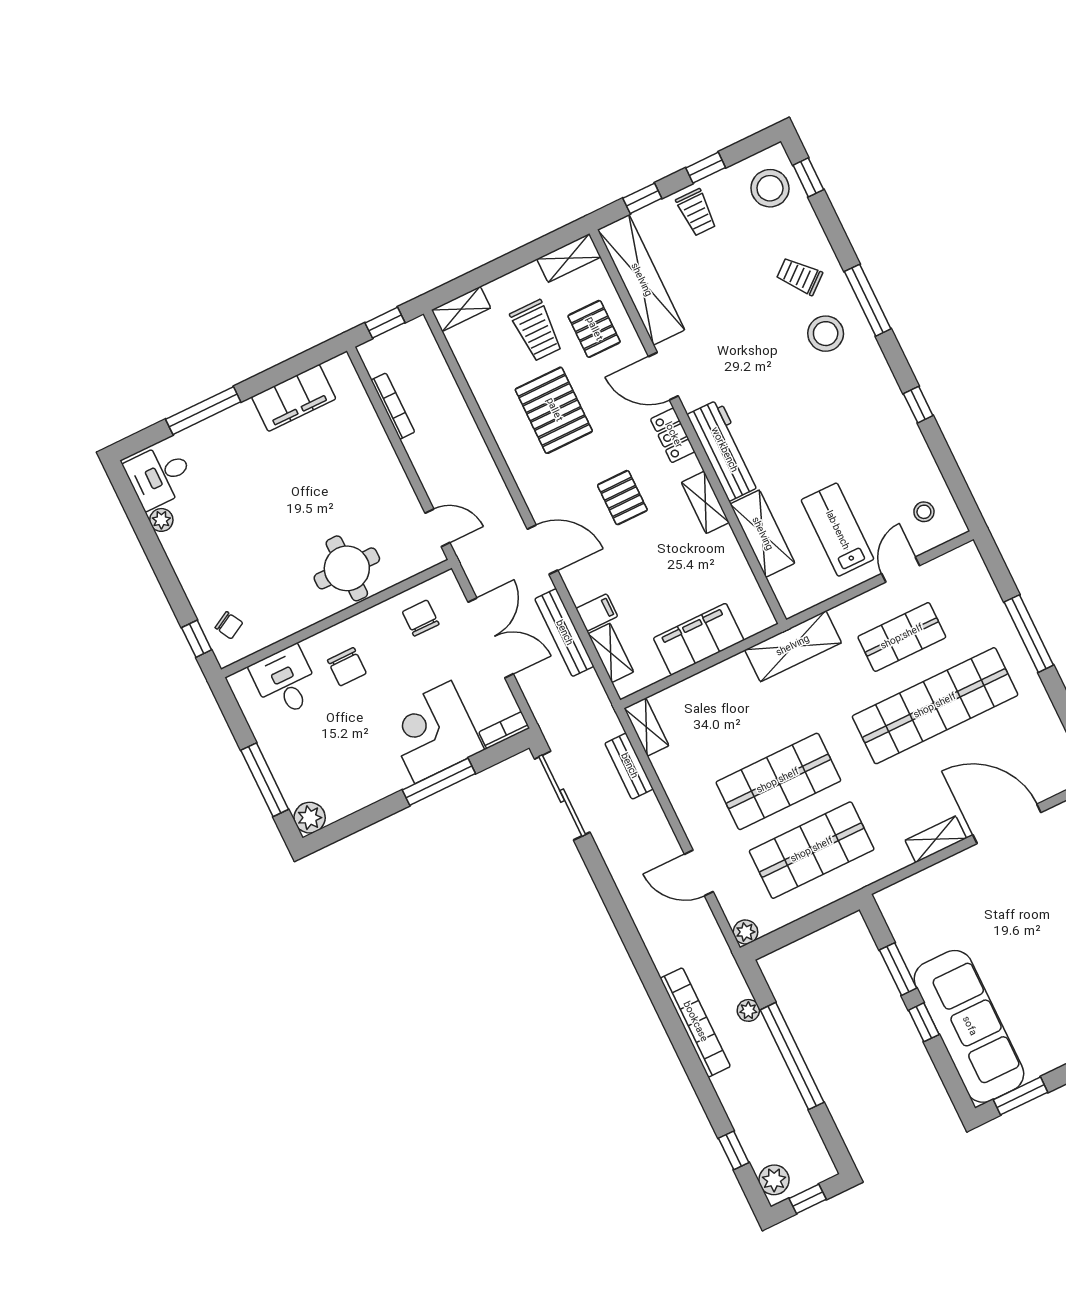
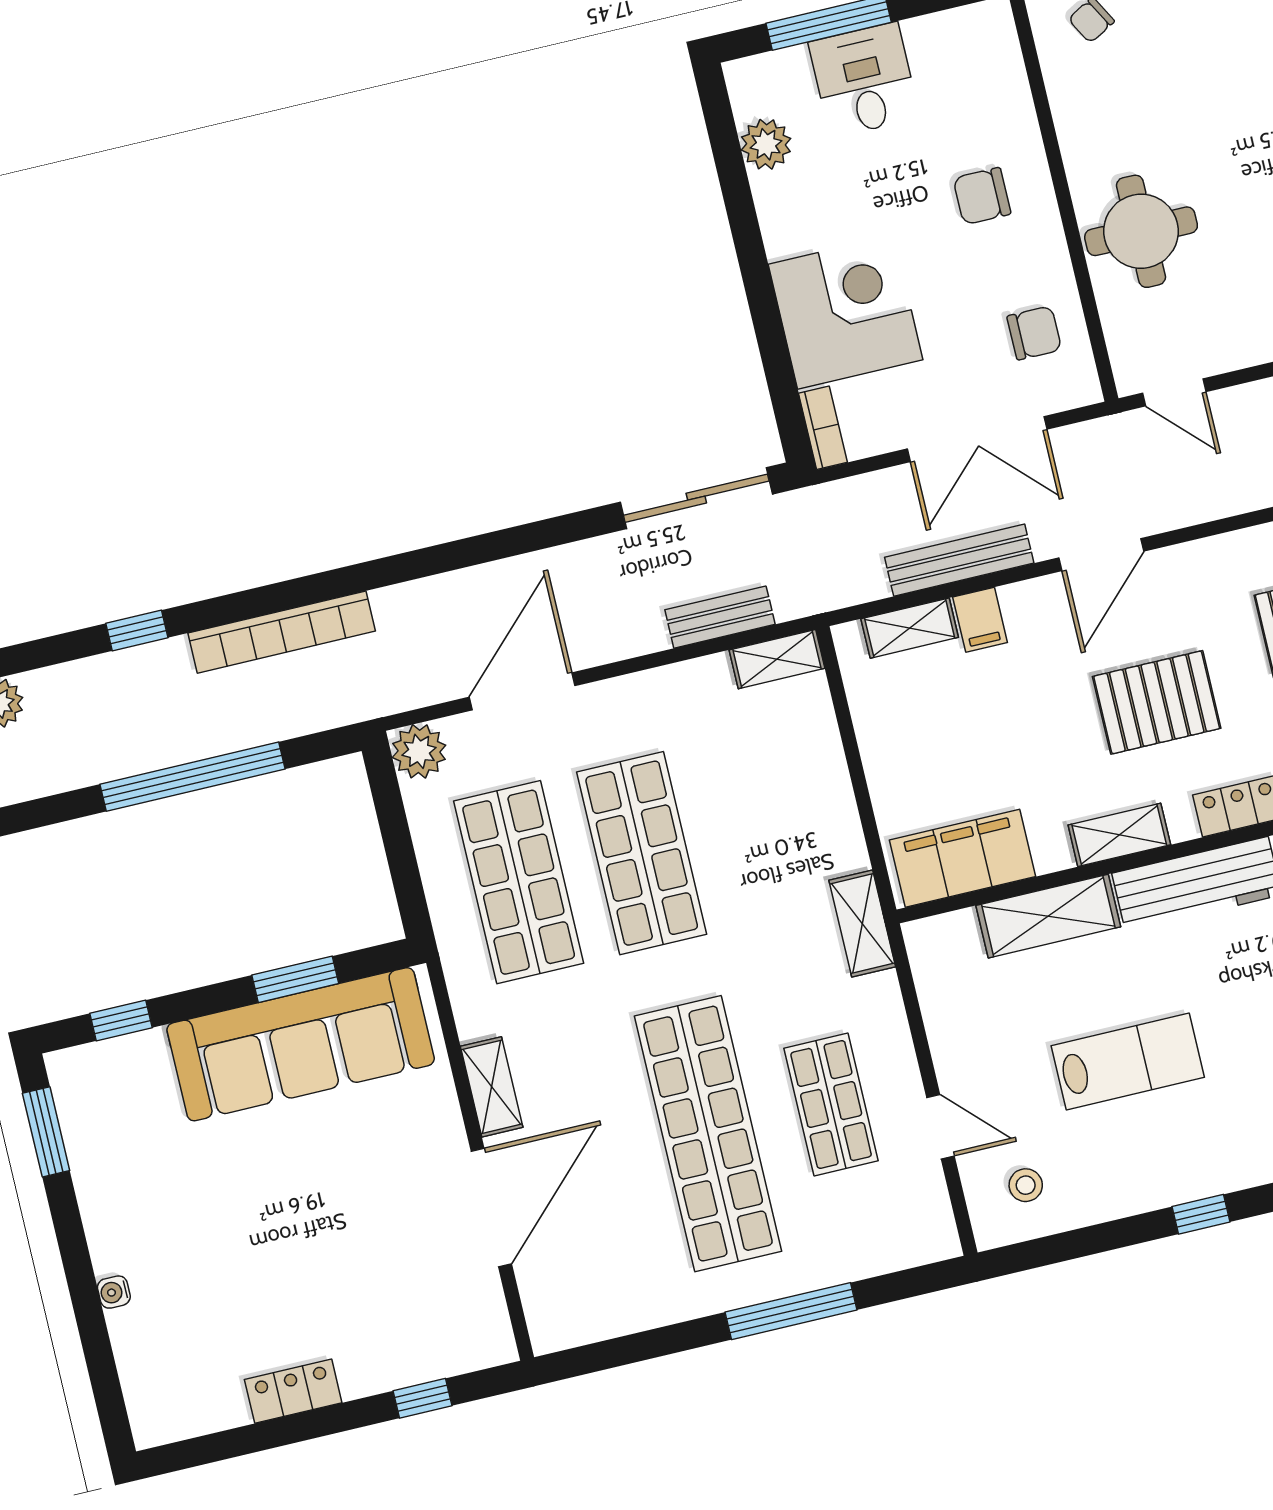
pallet: (622, 498) -> (1157, 702), width x1.50, depth x1.42
door: (437, 528) -> (1174, 392), hinge flipped
lab bench: (837, 530) -> (1128, 1061), moved
filing cabinet: (699, 639) -> (962, 858), moved, turned -90
shelving: (793, 646) -> (862, 923), width x0.67, depth x0.75
desk: (285, 681) -> (864, 80), moved, turned -90
window: (439, 782) -> (763, 304), removed
plant: (310, 818) -> (766, 144), moved
door: (699, 873) -> (522, 691), width x1.36
plant: (745, 932) -> (419, 751), width x1.38, depth x1.38
plant: (748, 1010) -> (282, 722), removed
window: (924, 1022) -> (121, 1020), moved
sofa: (969, 1026) -> (301, 1044), moved
window: (734, 1150) -> (137, 630), moved

